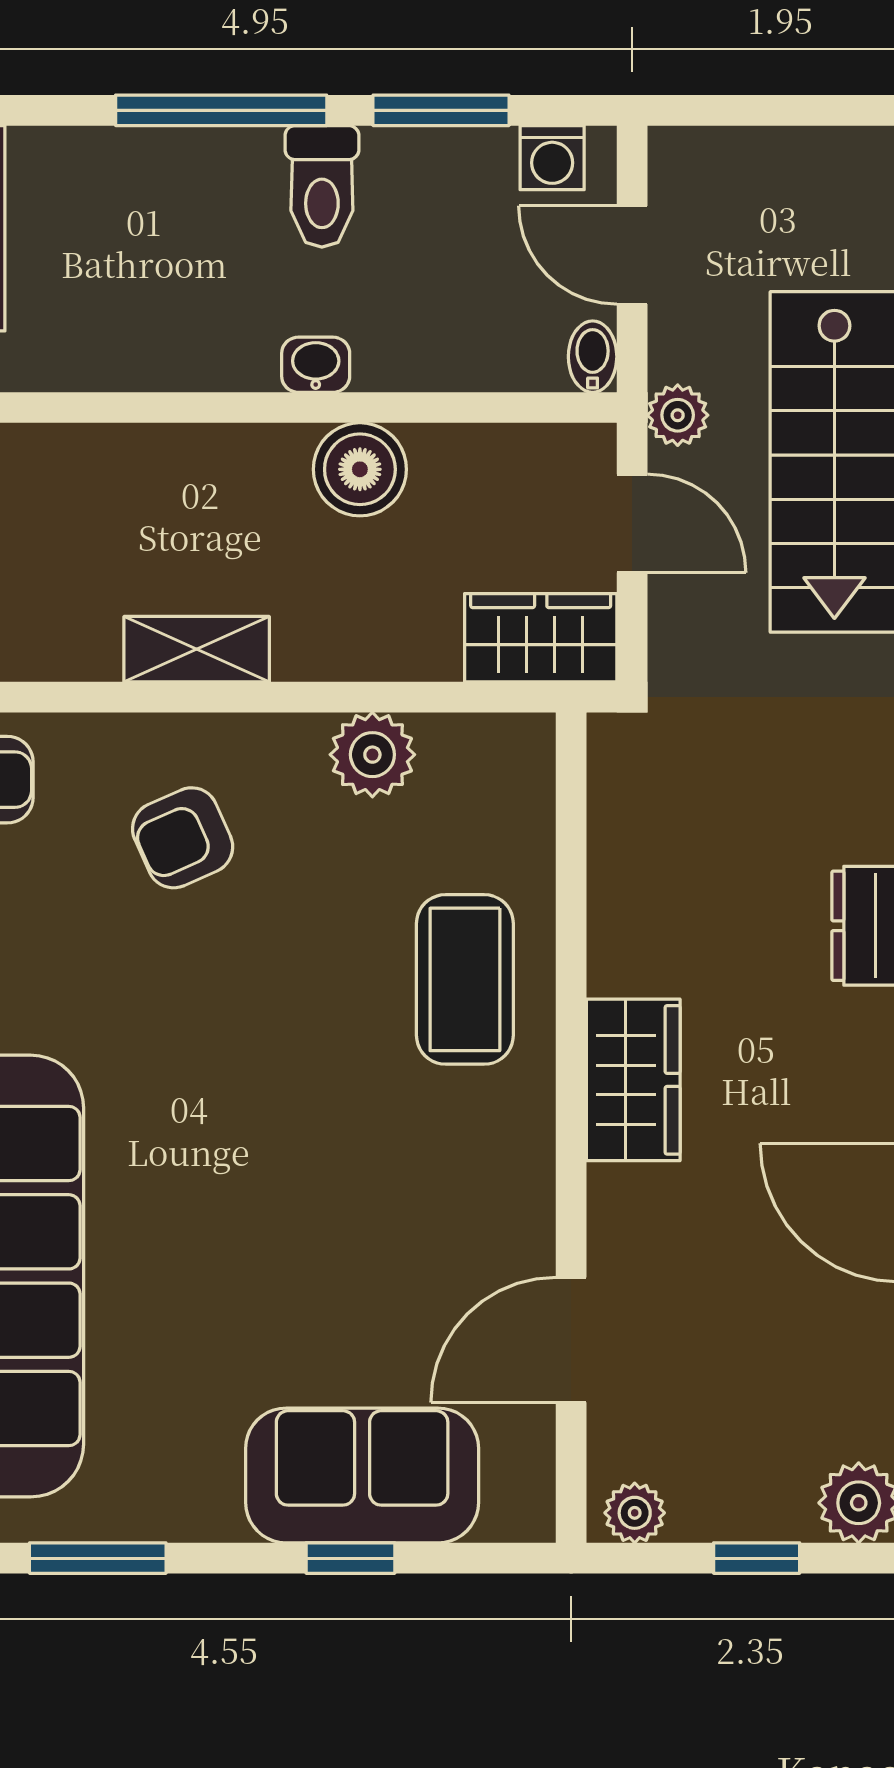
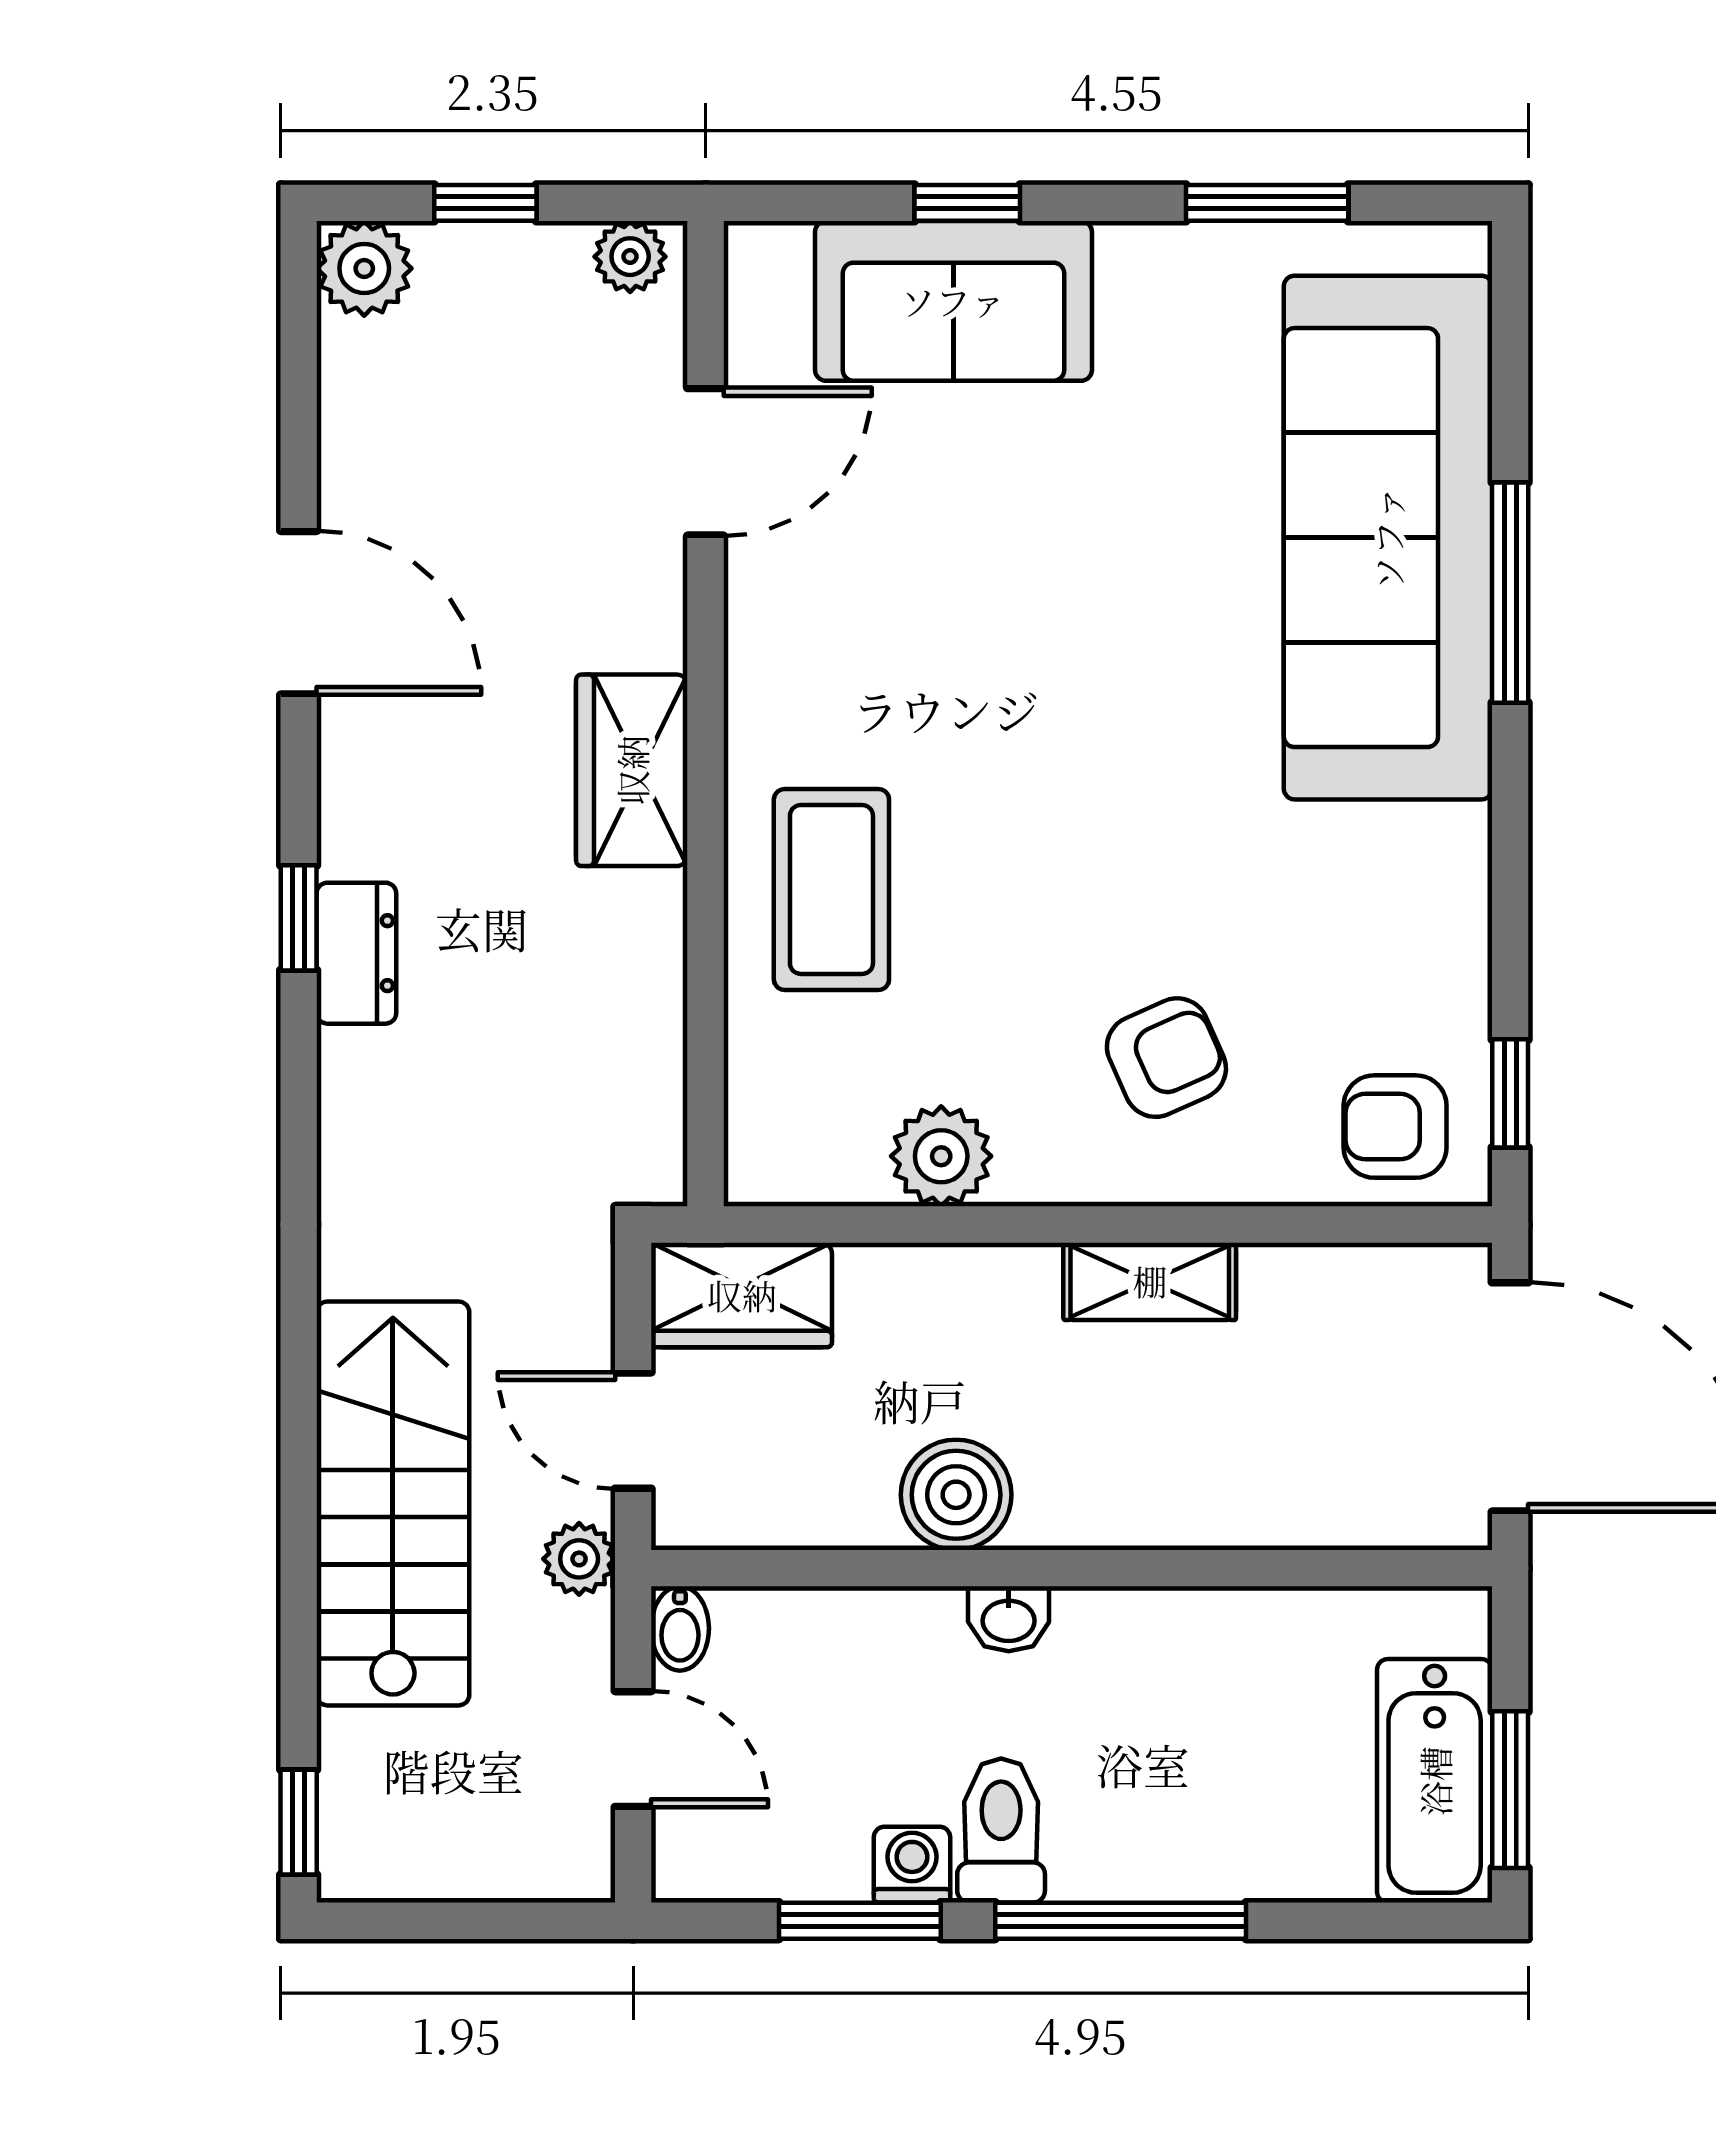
washing machine: (552, 158) -> (912, 1865), moved

